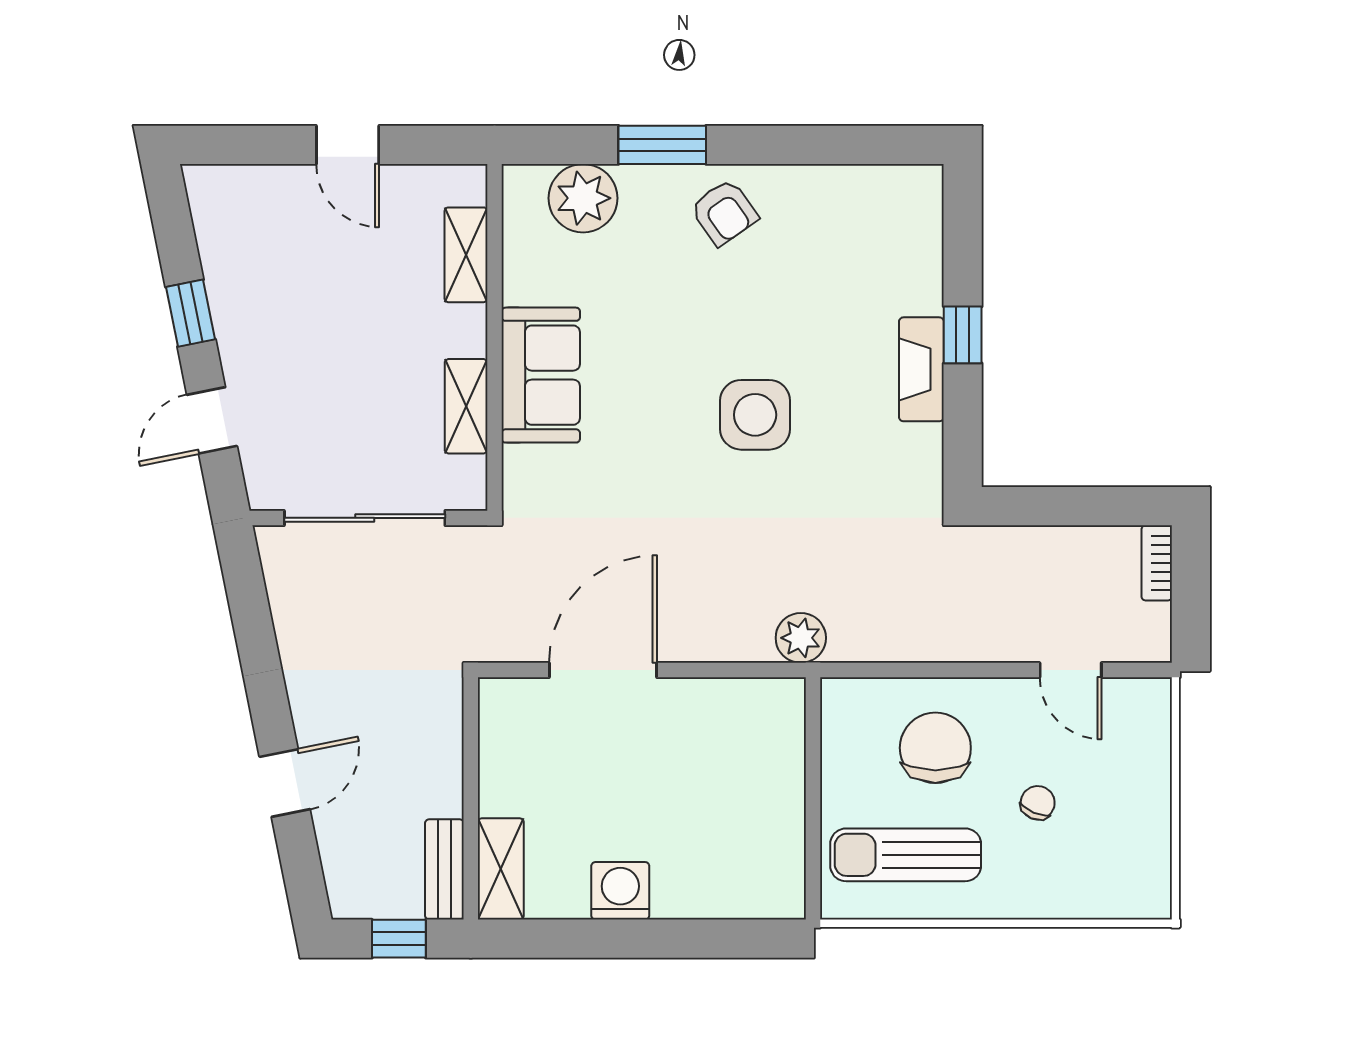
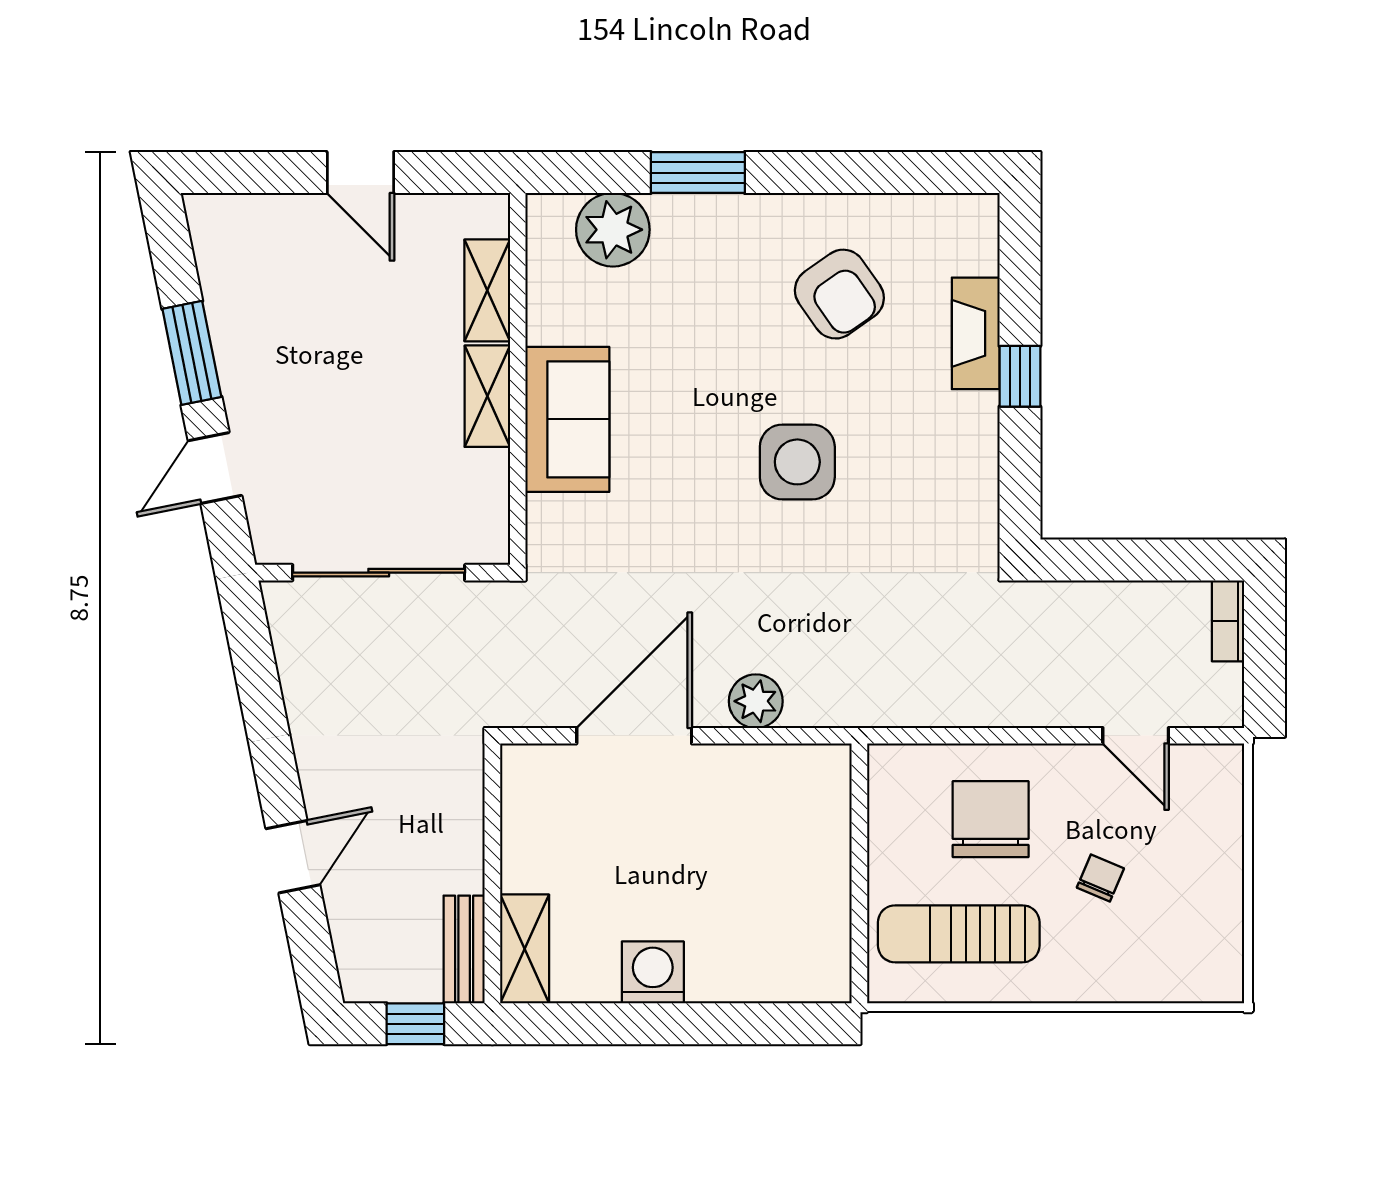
armchair: (724, 212) -> (839, 294), moved, width x1.38, depth x1.38
window: (190, 313) -> (192, 353), width x1.50
fireplace: (921, 369) -> (976, 333), moved
shelving: (466, 406) -> (487, 396), moved
plant: (801, 638) -> (756, 701), moved

